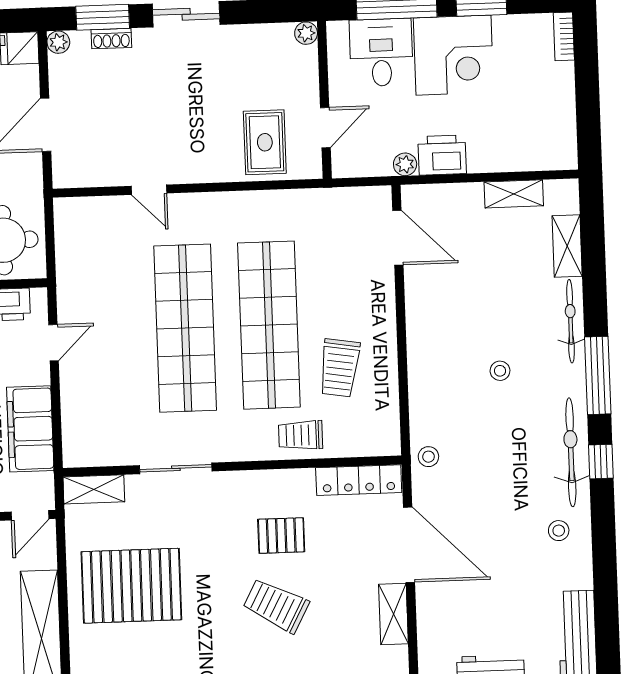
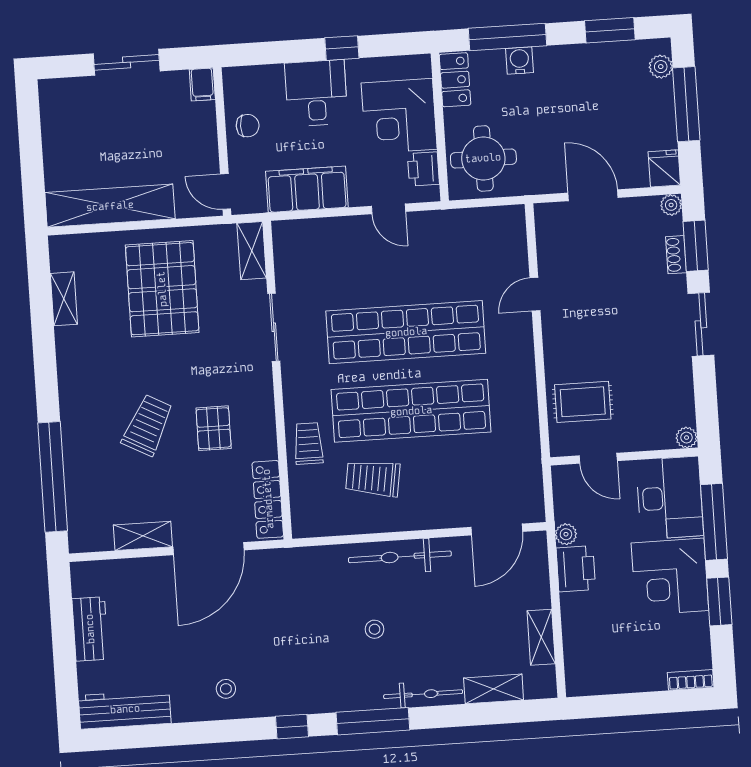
desk: (381, 52) -> (670, 498), width x1.37
bicycle: (571, 452) -> (400, 557), moved, turned 180
stool: (428, 457) -> (292, 564), removed

